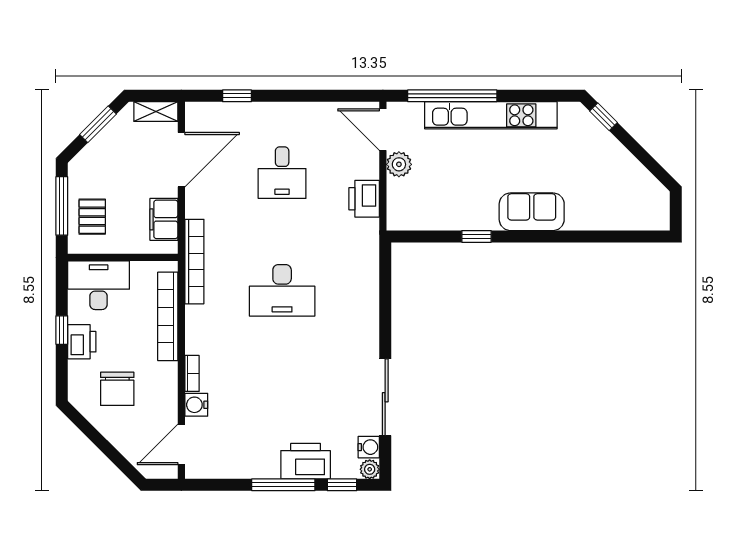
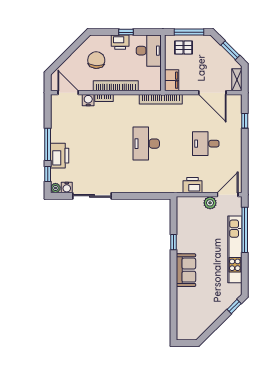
filing cabinet: (164, 219) -> (172, 80), moved, turned 90
bookcase: (168, 316) -> (116, 86), moved
chair: (117, 389) -> (96, 60), turned 93

